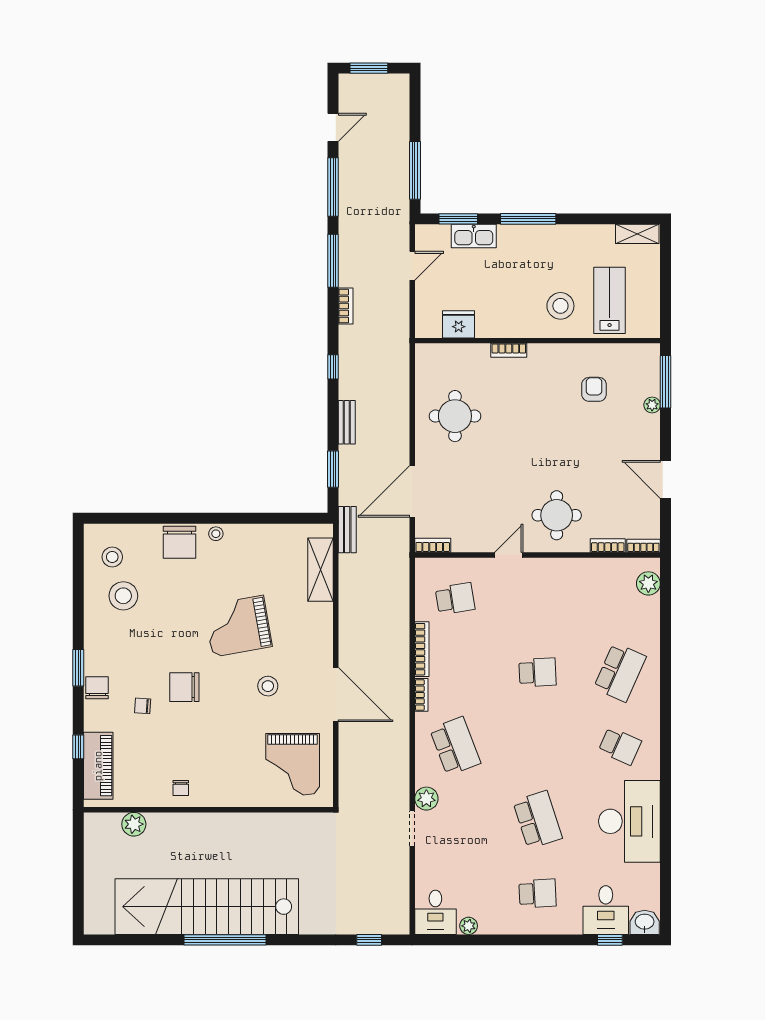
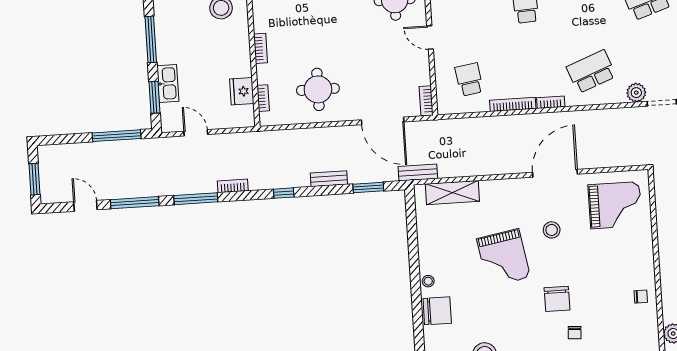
bookcase: (449, 349) -> (263, 98), added

